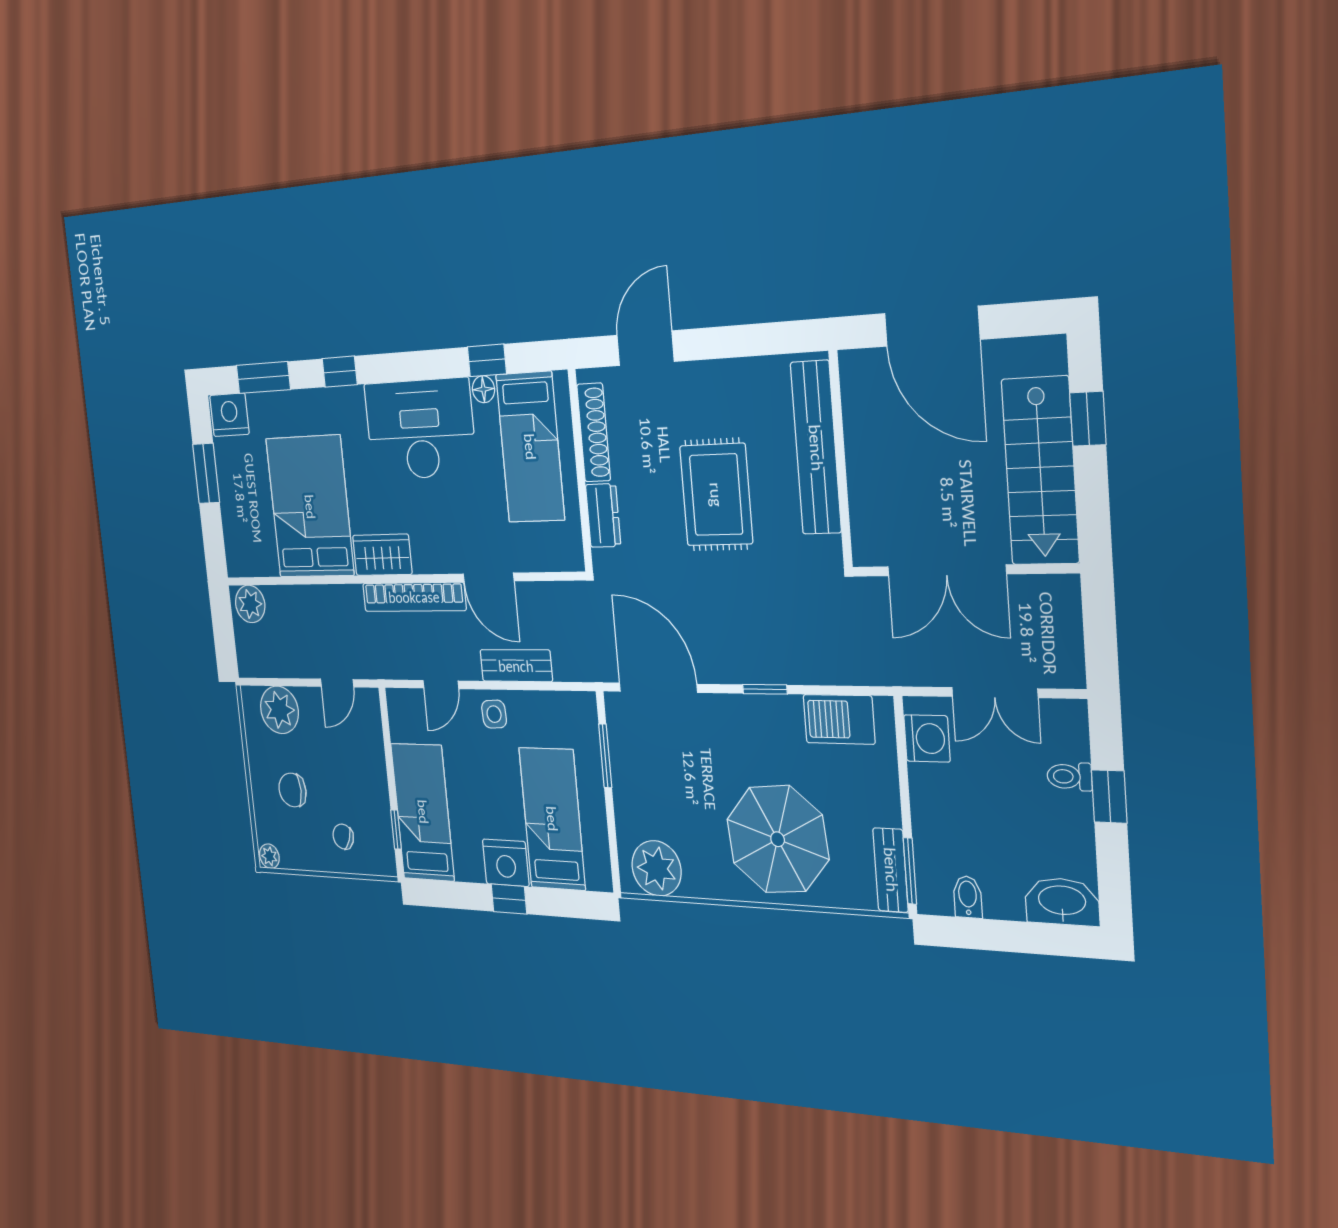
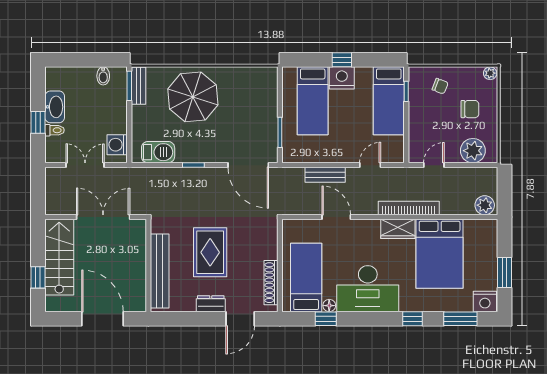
dresser: (603, 515) -> (211, 304), moved, turned 90
bookcase: (414, 597) -> (409, 208), moved
side table: (494, 714) -> (340, 151), removed
plant: (657, 868) -> (257, 80), removed
washbasin: (1062, 902) -> (55, 107), moved, turned -90

